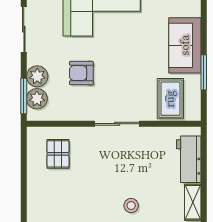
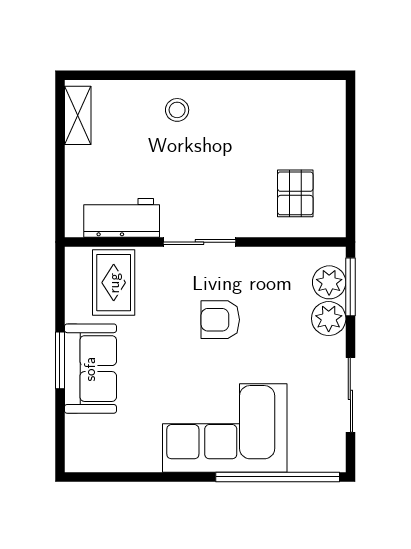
window: (204, 72) -> (60, 360), moved
armchair: (81, 73) -> (220, 320), moved, turned 180
workbench: (189, 159) -> (122, 218), moved, turned -90

